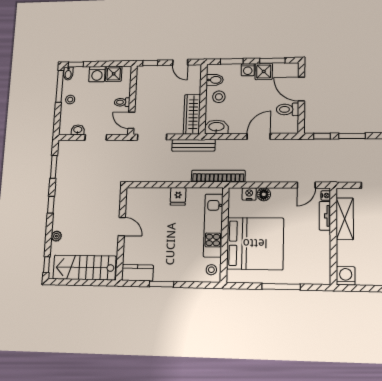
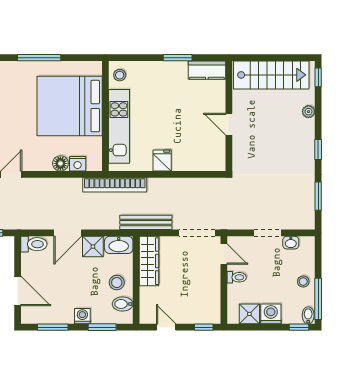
shower: (264, 71) -> (93, 247), moved
toilet: (288, 109) -> (34, 244), moved

